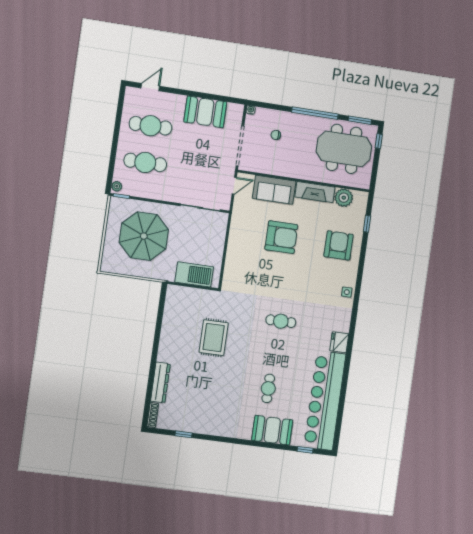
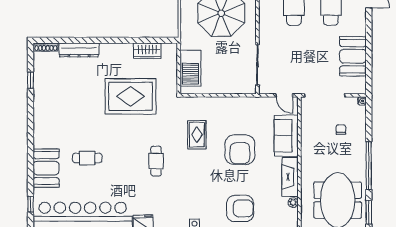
plant: (344, 198) -> (293, 203), width x0.53, depth x0.53
rug: (261, 277) -> (197, 135), added
wardrobe: (171, 315) -> (147, 51), added
rug: (214, 338) -> (131, 96), width x1.37, depth x1.44

